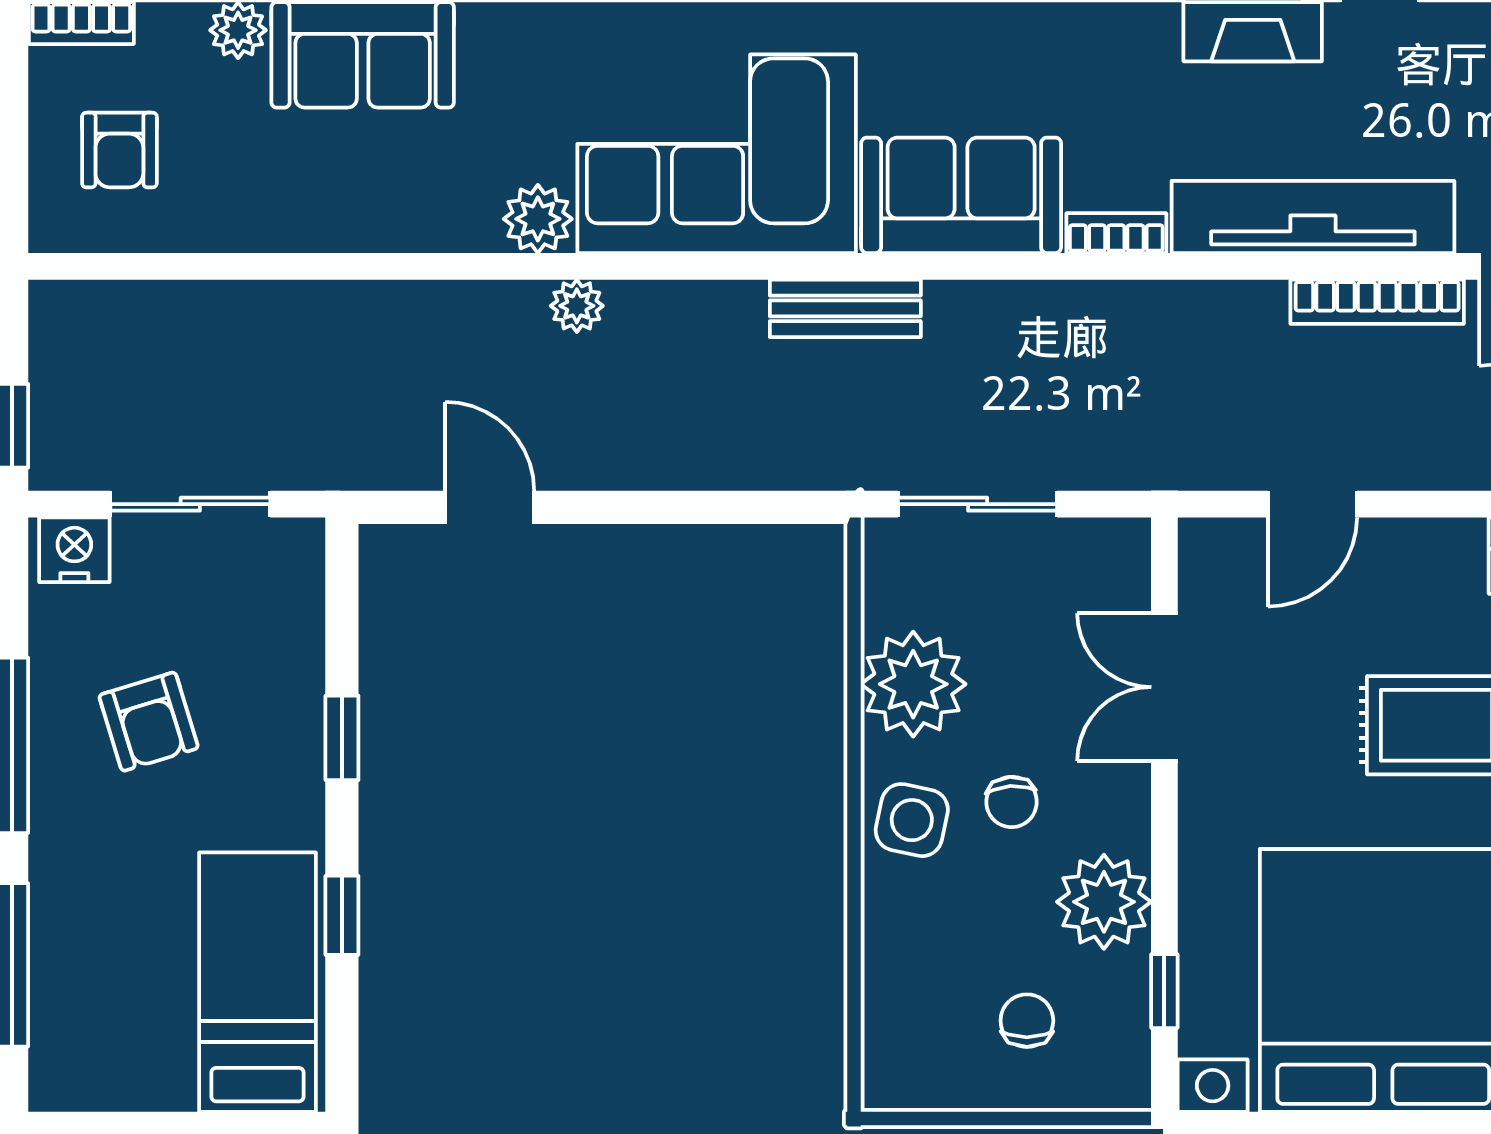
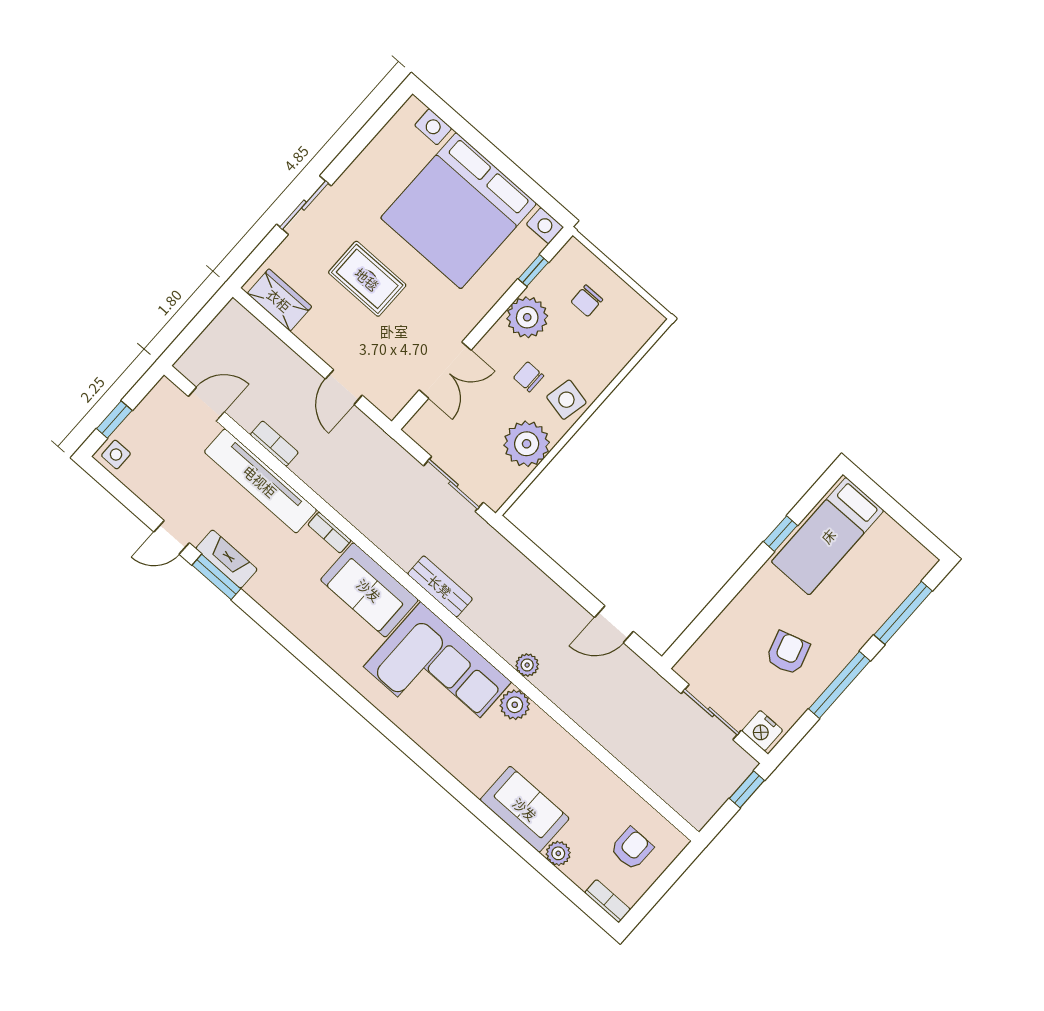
bookcase: (1377, 302) -> (274, 444), width x0.64
door: (1312, 504) -> (344, 387), swing flipped
door: (490, 507) -> (614, 624), hinge flipped
window: (342, 738) -> (729, 592), removed
chair: (1011, 802) -> (529, 377), turned -86

